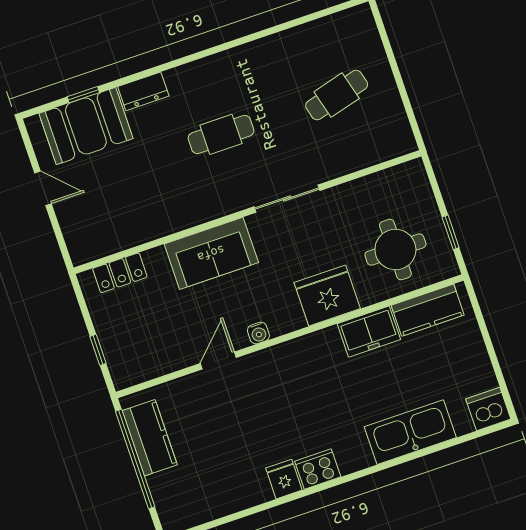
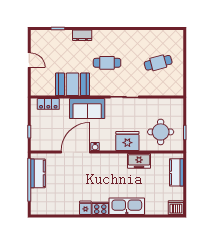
booth: (86, 126) -> (72, 84), moved
kitchen counter: (428, 310) -> (177, 172), moved, turned 90
door: (218, 361) -> (75, 152), width x1.88
kitchen sink: (410, 432) -> (127, 206), moved

